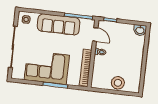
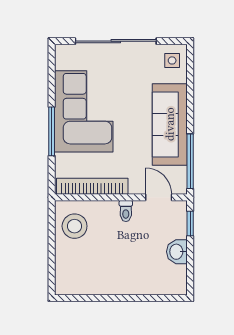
washbasin: (140, 30) -> (177, 252), moved
door: (95, 34) -> (159, 197), swing flipped
stool: (118, 83) -> (75, 226), moved

